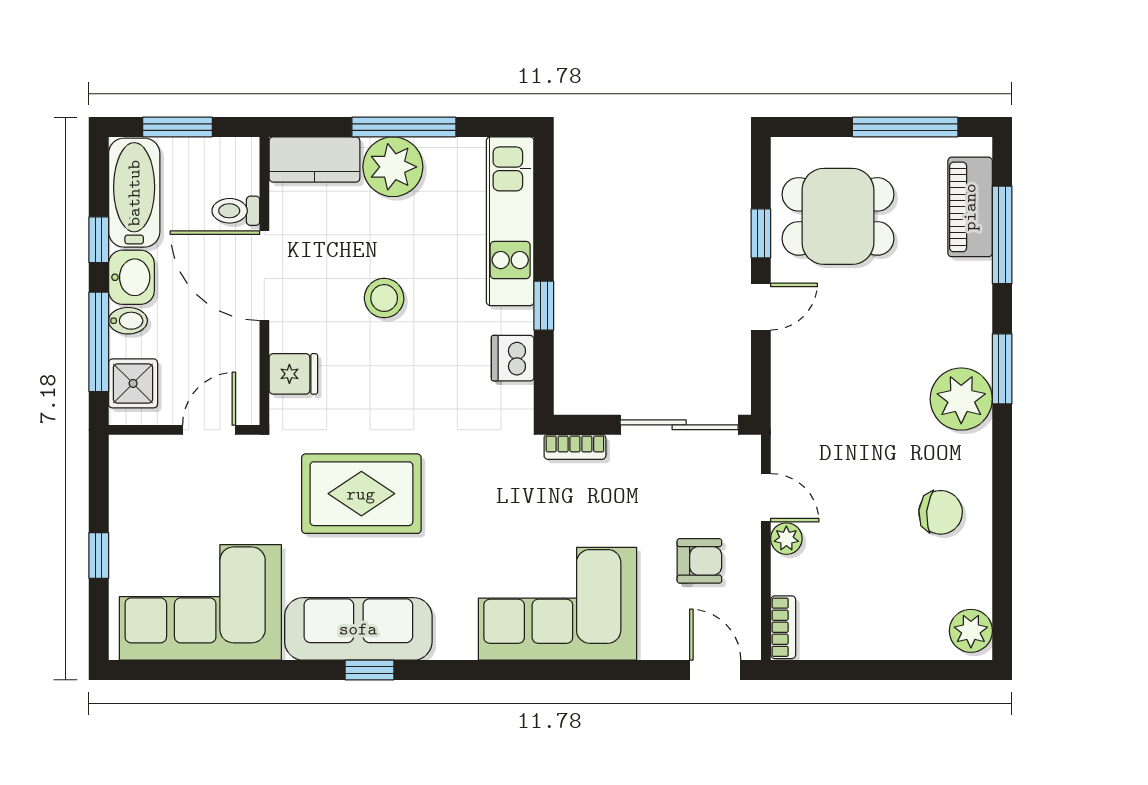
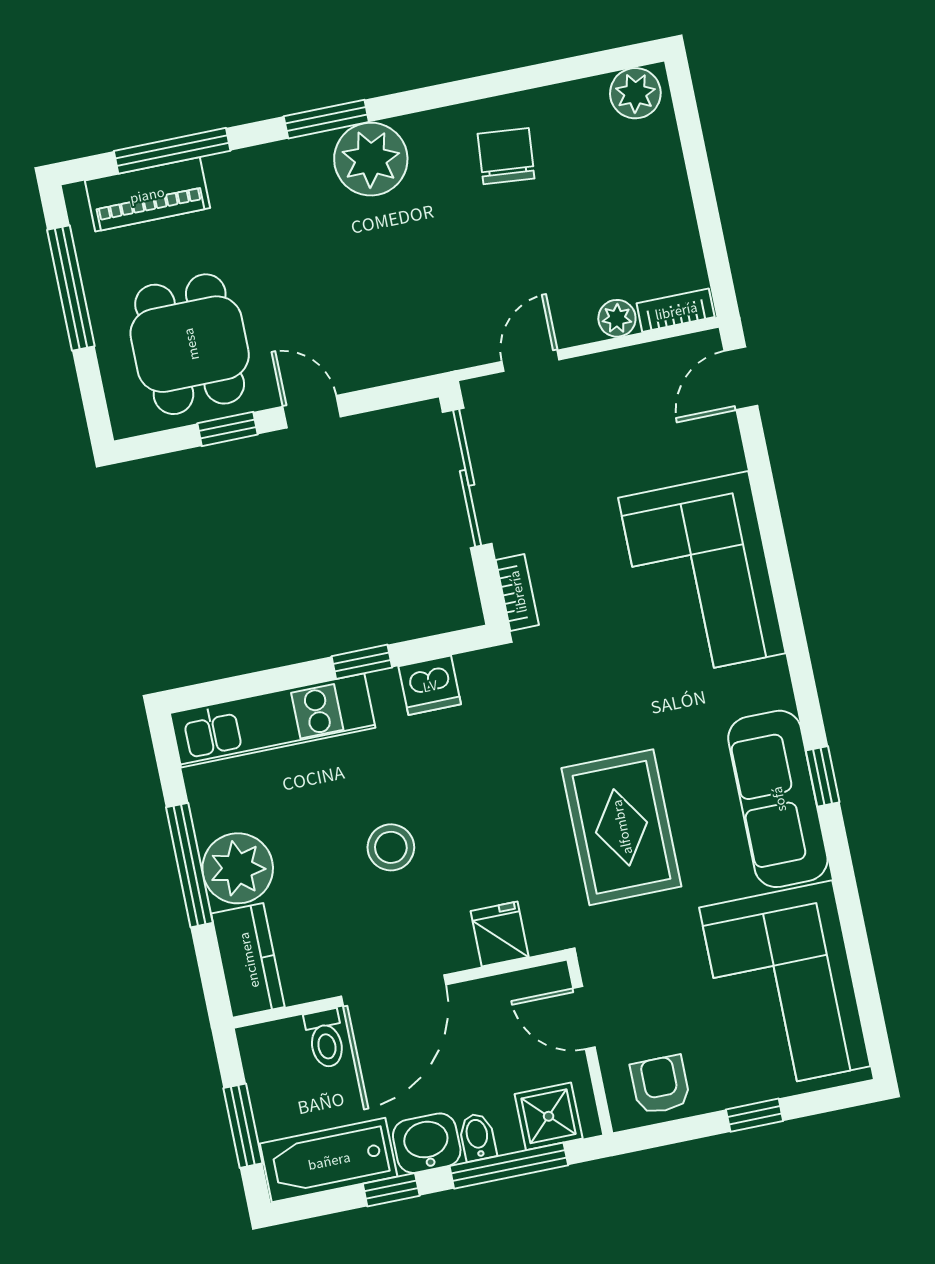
plant: (786, 539) -> (617, 318), moved
armchair: (699, 561) -> (660, 1085), moved

